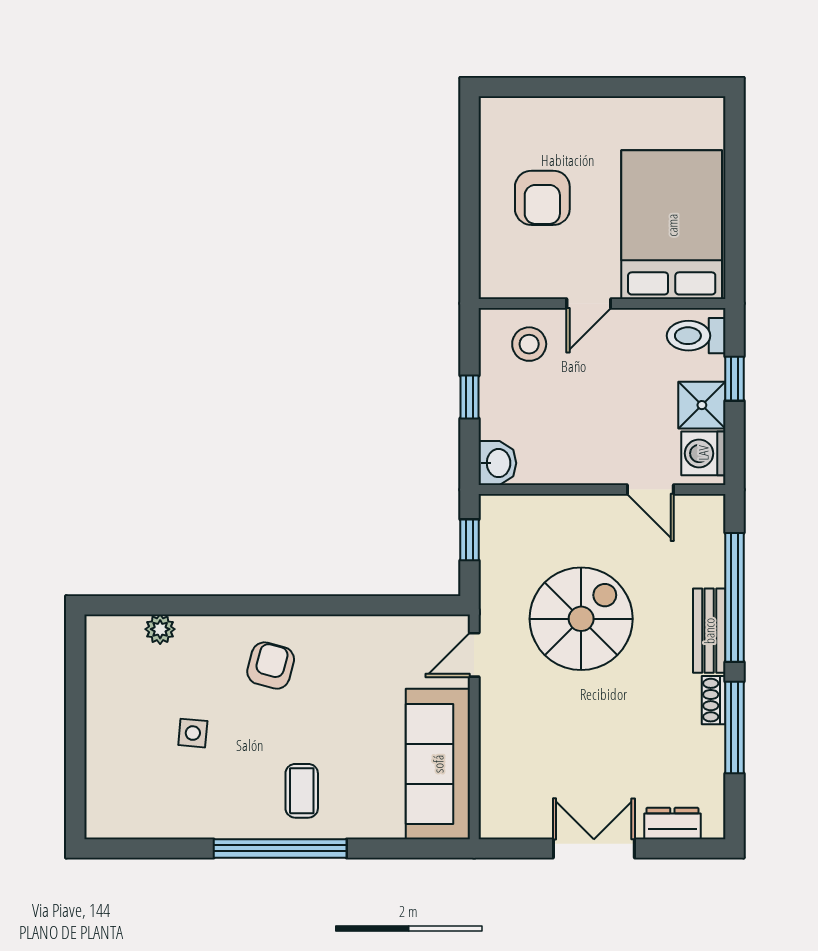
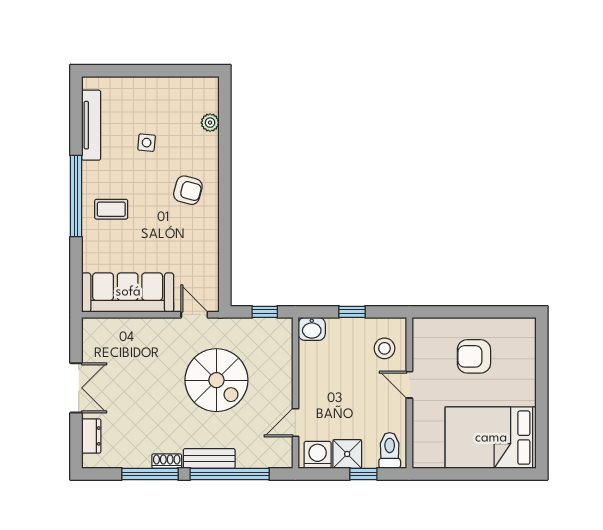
bed: (672, 225) -> (491, 438), moved, turned 180
tv unit: (164, 824) -> (91, 125), added

